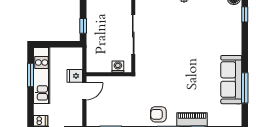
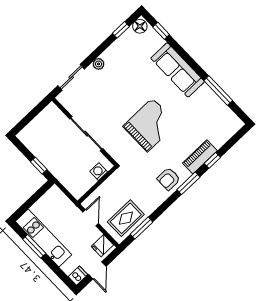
grand piano: (180, 68) -> (150, 125), added
fridge: (75, 76) -> (102, 246), moved
sofa: (231, 80) -> (178, 70), moved
rug: (107, 113) -> (126, 218), added

